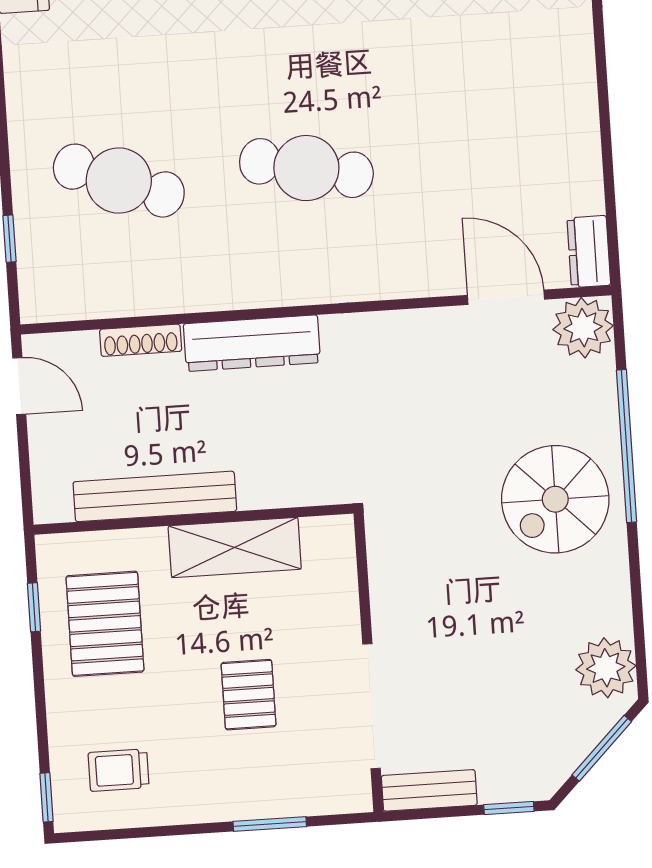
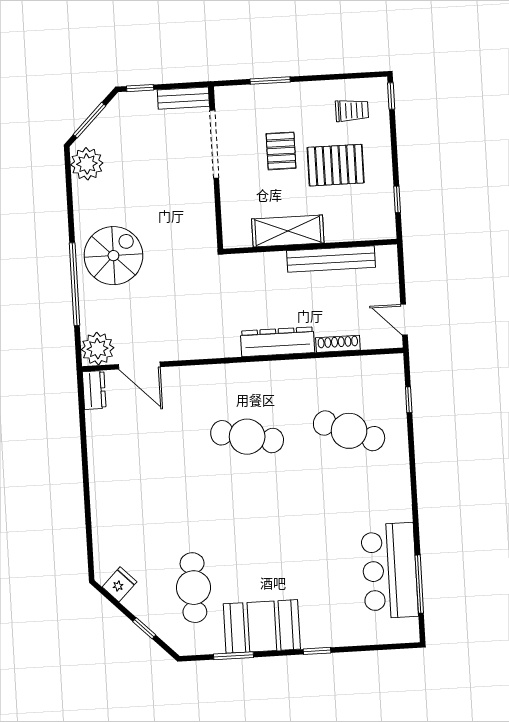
pallet: (105, 624) -> (336, 165), moved, turned 90

